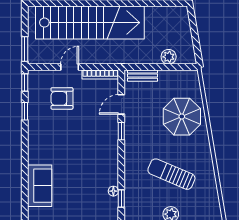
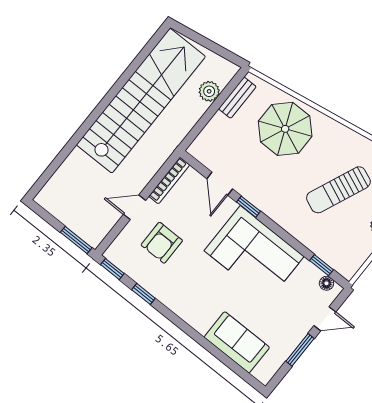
stairs: (90, 23) -> (141, 101), moved
door: (70, 67) -> (134, 207), hinge flipped
bench: (142, 76) -> (237, 98), moved
corner sofa: (97, 155) -> (254, 254), added
floor lamp: (113, 191) -> (326, 283), moved

